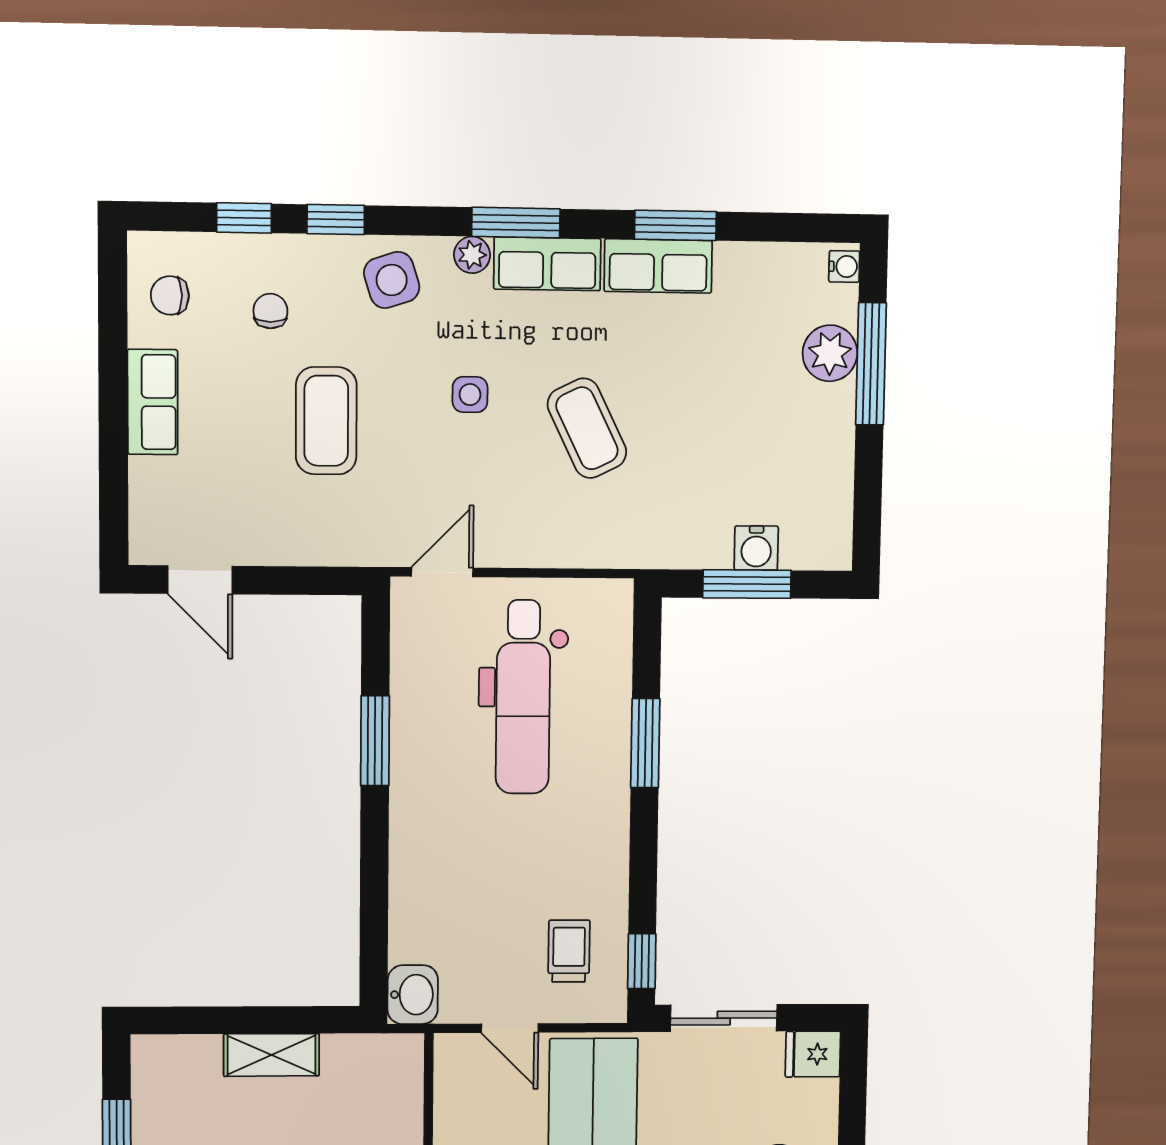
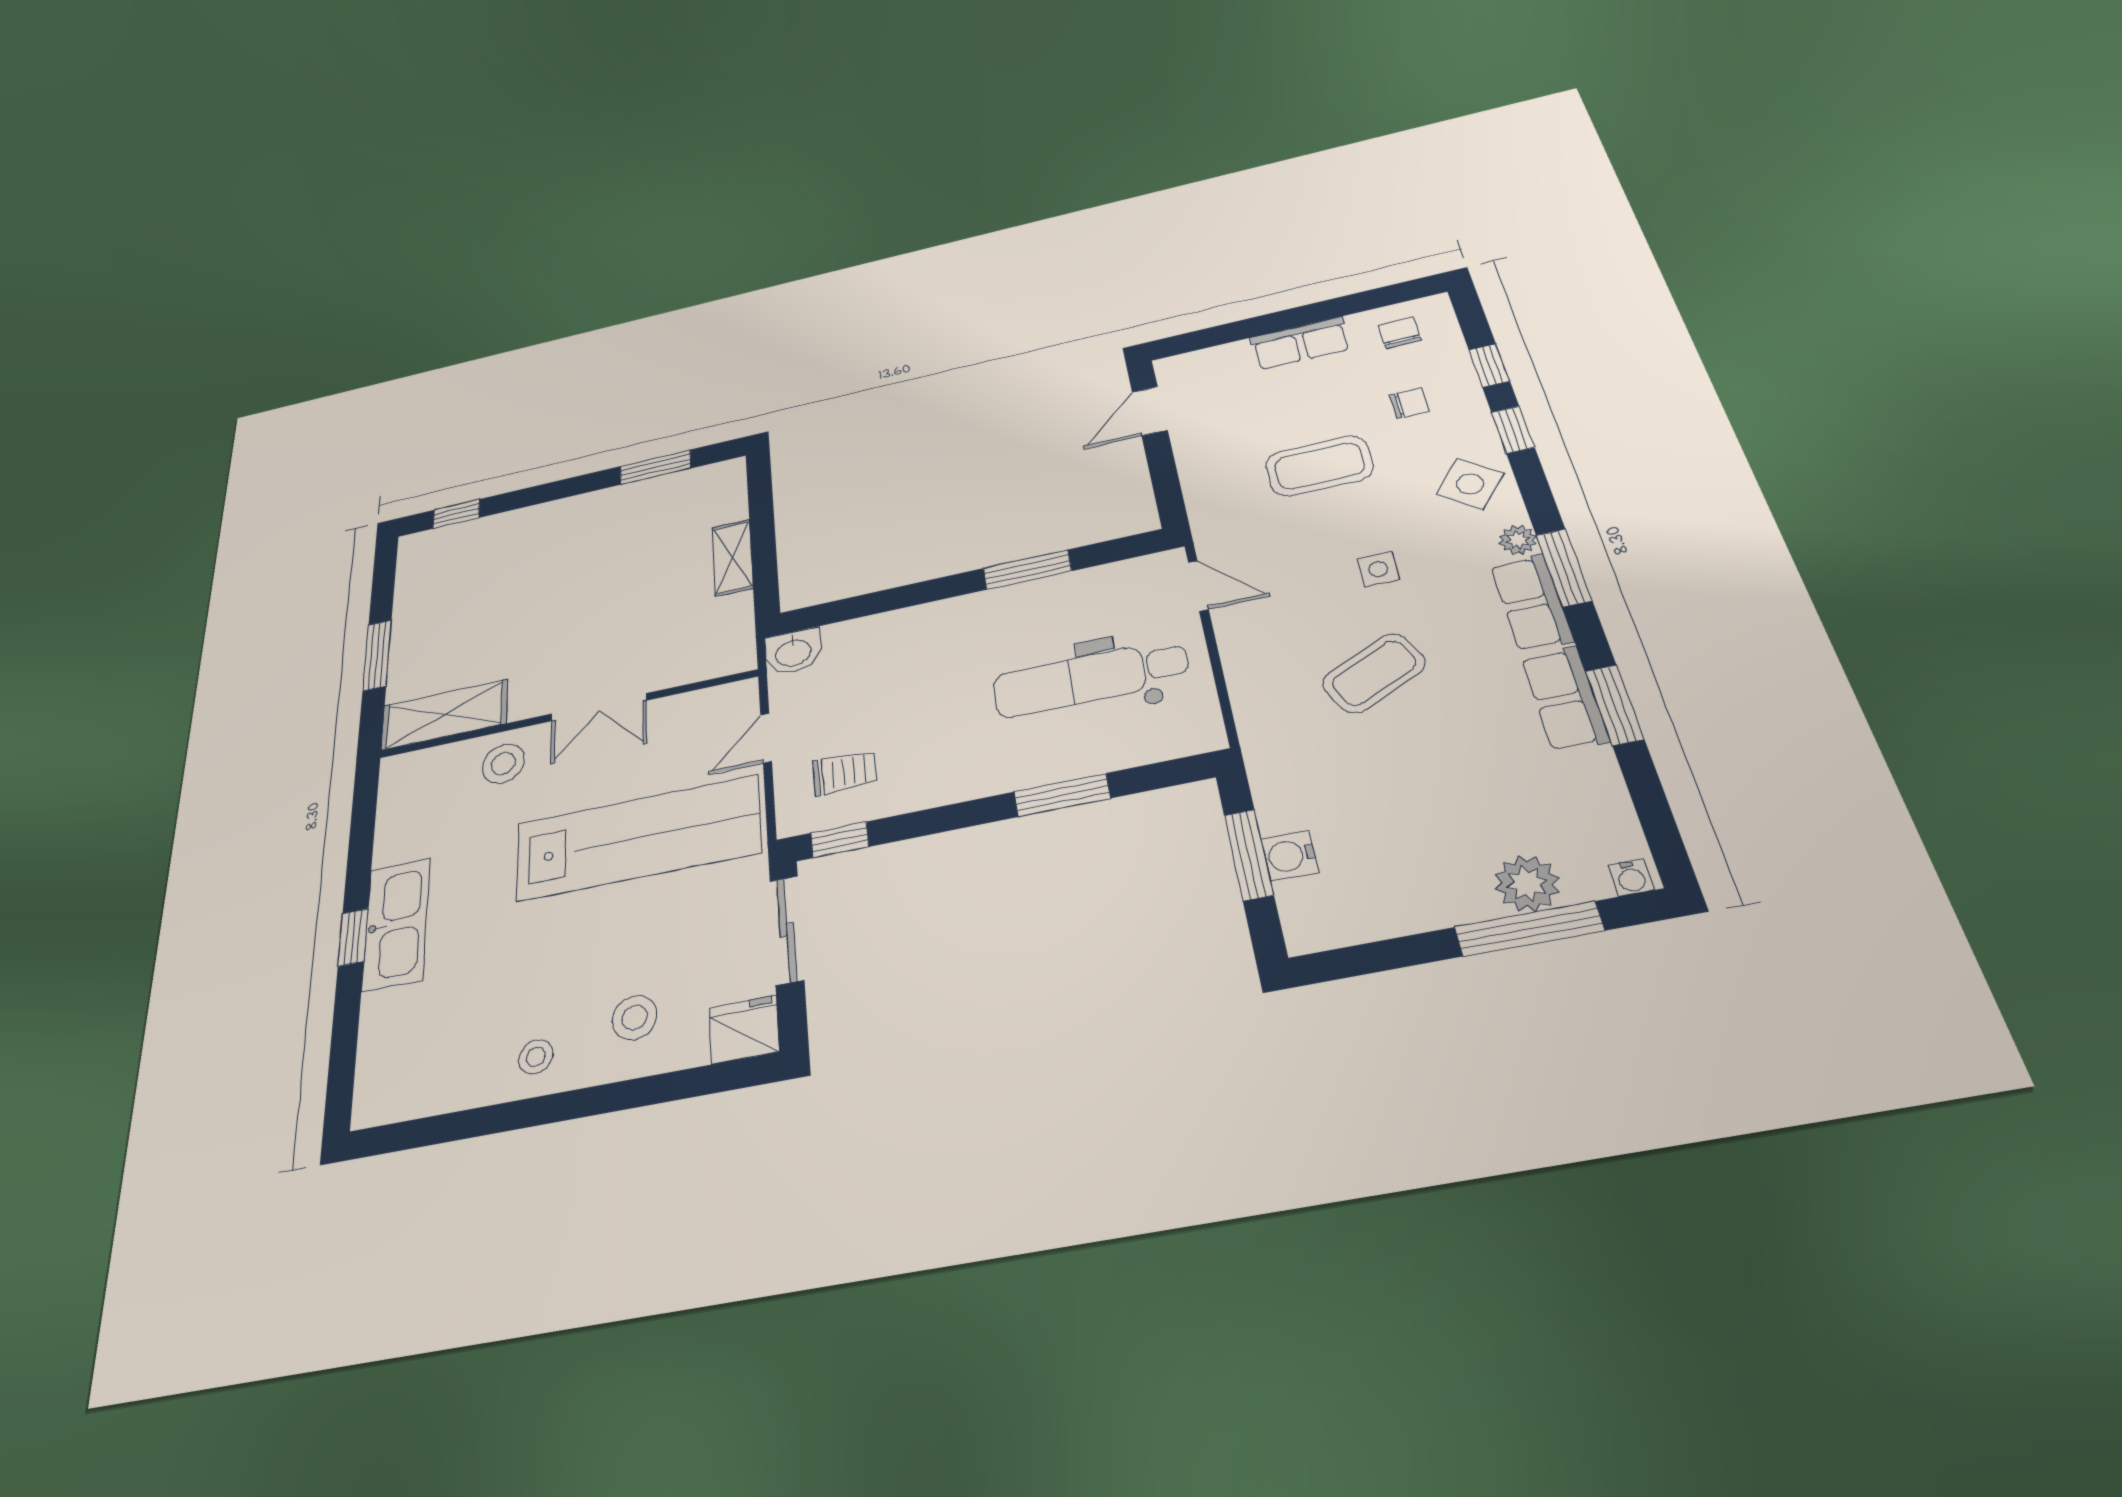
side table: (392, 280) -> (1470, 484), turned -33
fridge: (813, 1054) -> (744, 1030), width x1.38

